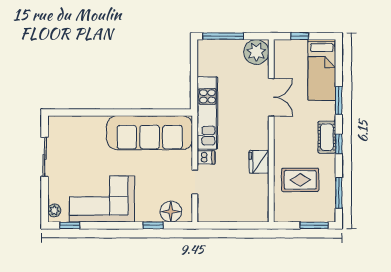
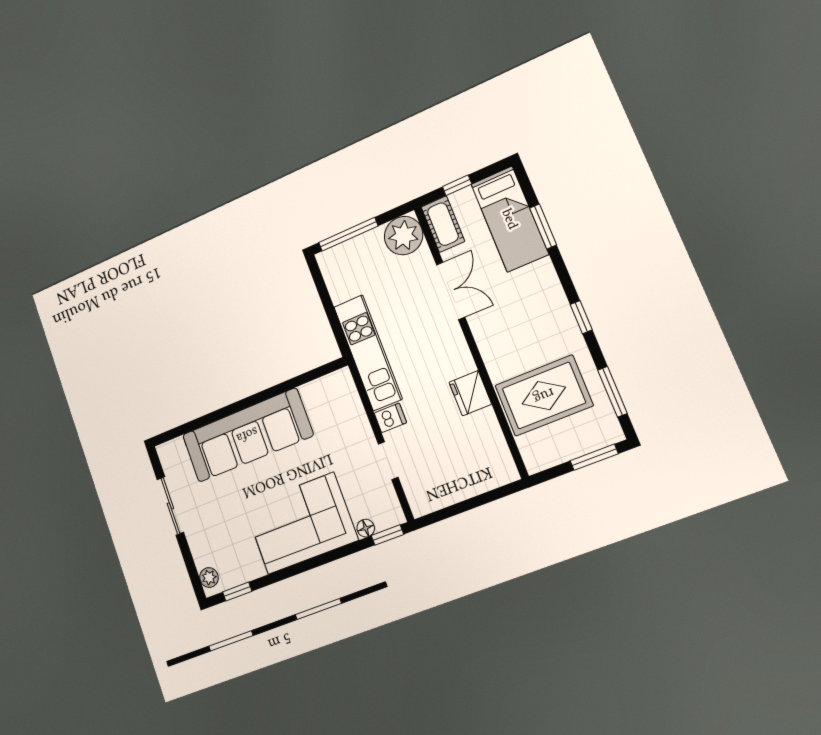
window: (339, 100) -> (543, 226), moved
sofa: (150, 133) -> (247, 435), moved
cot: (327, 137) -> (443, 224), moved
rug: (300, 180) -> (544, 396), width x1.36, depth x1.43
corner sofa: (102, 199) -> (301, 523), moved
floor lamp: (171, 212) -> (366, 528), width x0.53, depth x0.53
window: (153, 225) -> (387, 535), moved

